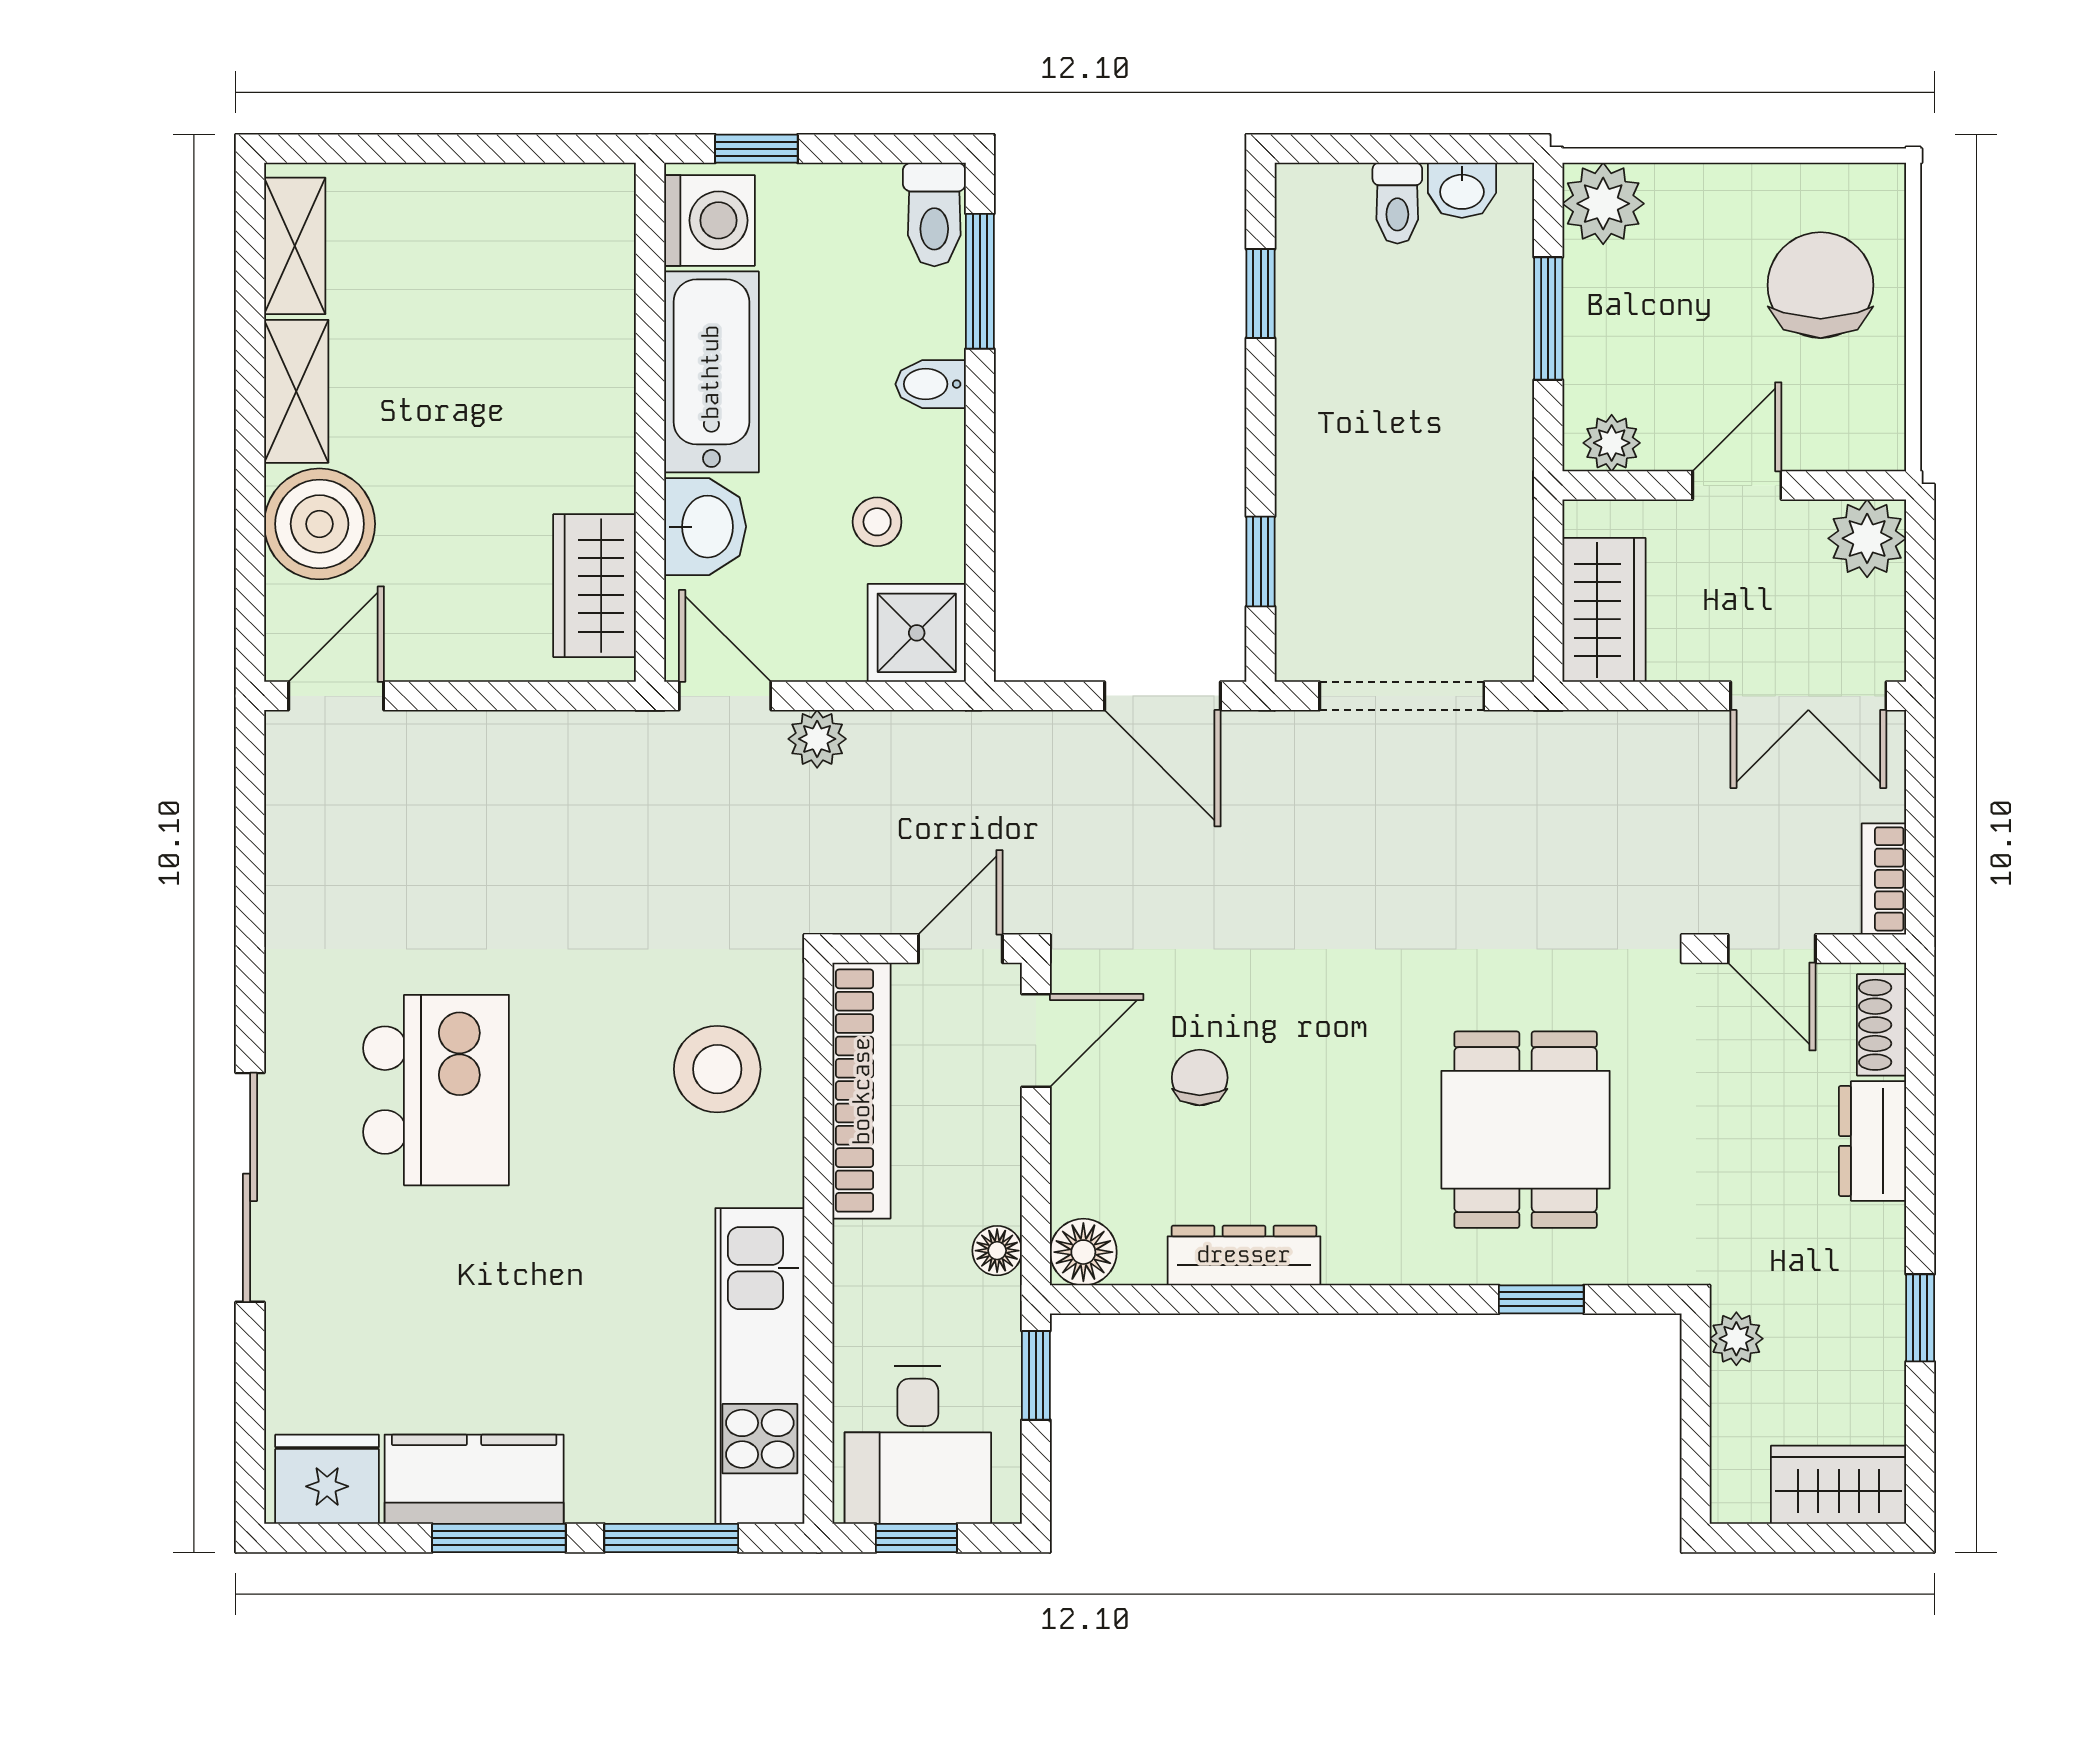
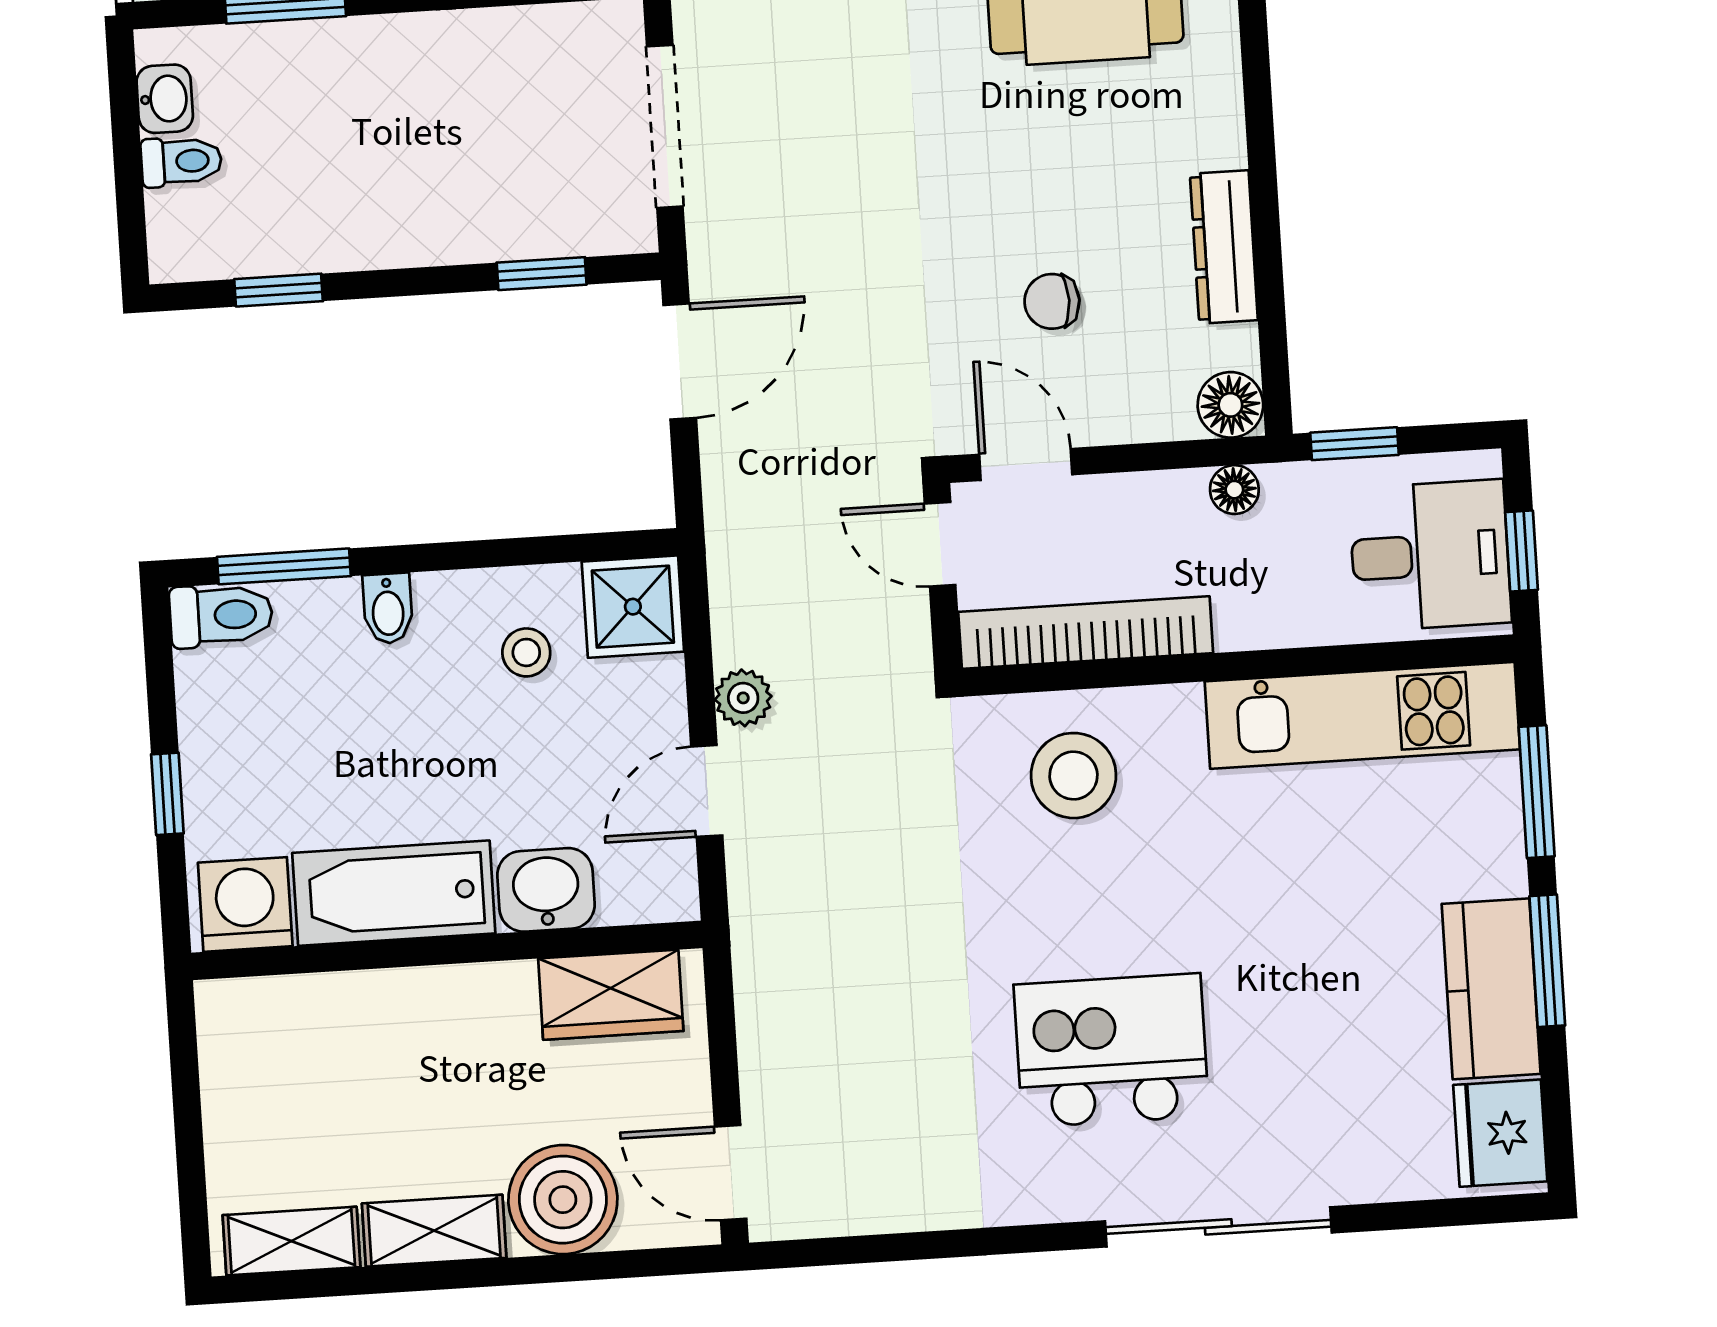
washing machine: (709, 220) -> (245, 904), moved
bathtub: (711, 372) -> (394, 893), moved
wall: (650, 422) -> (447, 950), moved
washbasin: (705, 527) -> (546, 890), moved
wardrobe: (595, 586) -> (611, 995), moved

